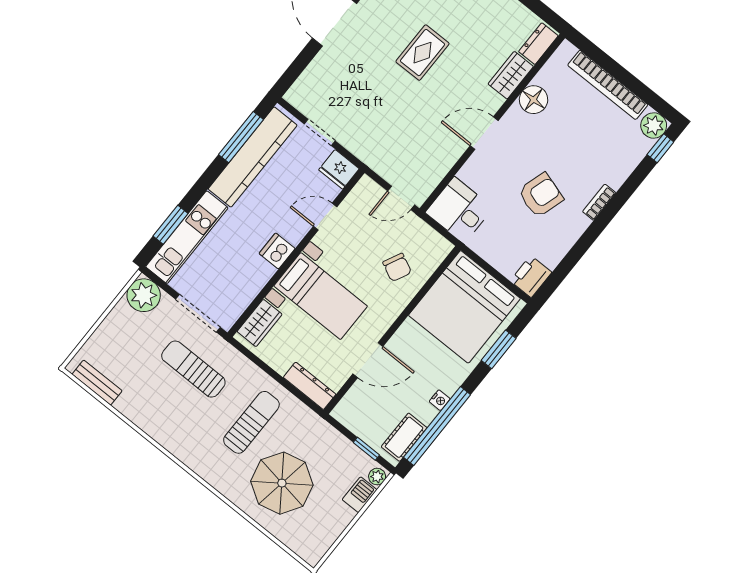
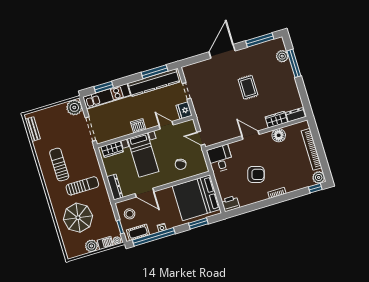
rug: (422, 53) -> (248, 87), turned 90
sun lounger: (193, 369) -> (59, 165), moved
stool: (367, 415) -> (130, 214), added
plant: (339, 516) -> (91, 246), added

